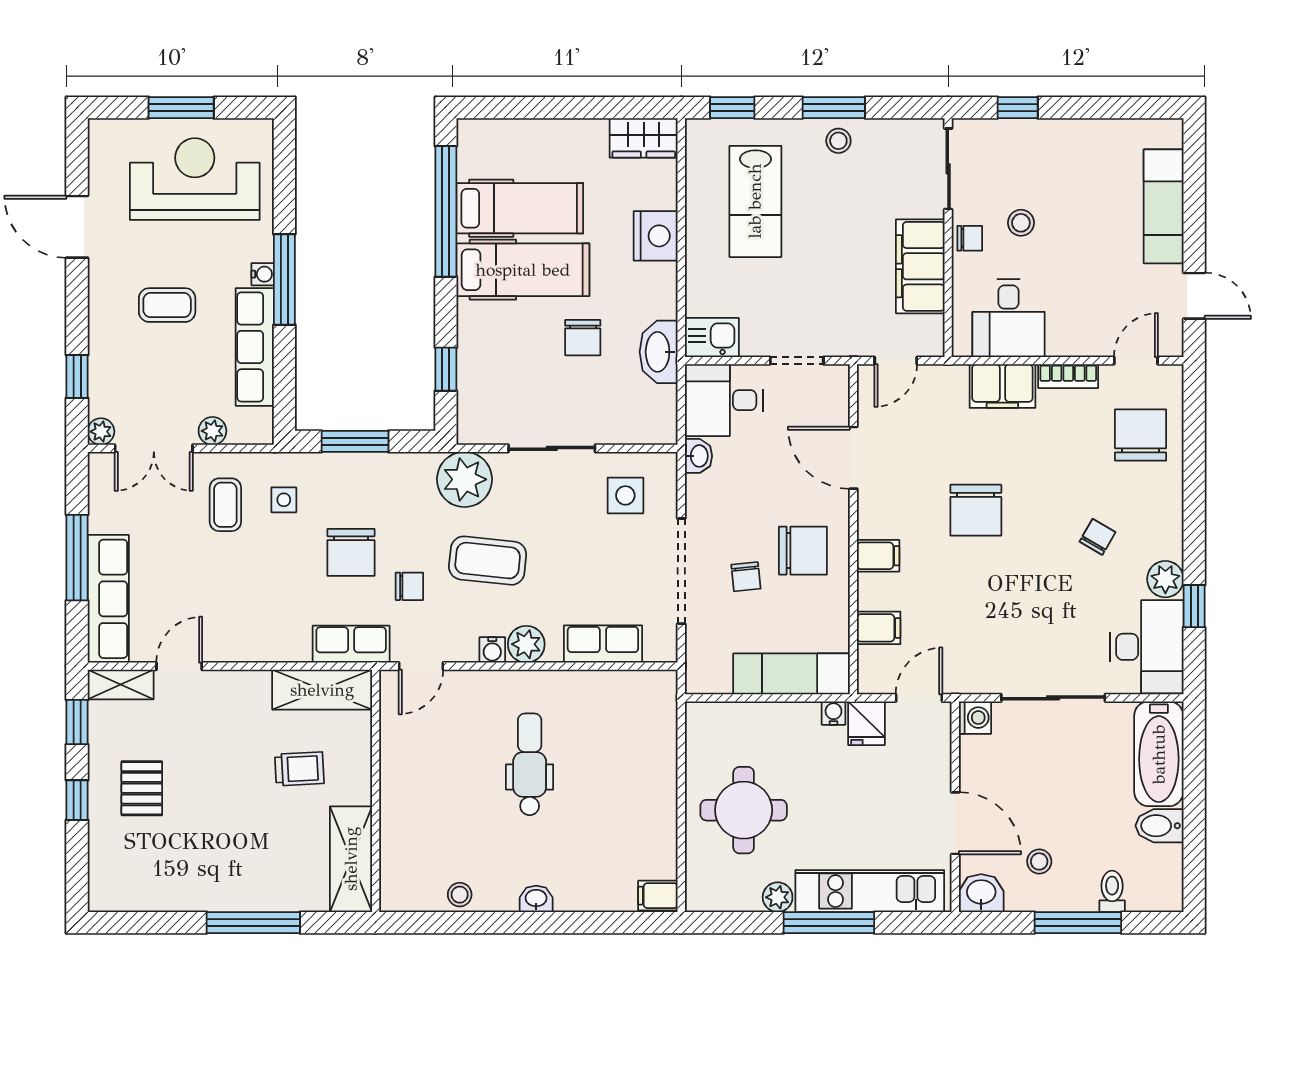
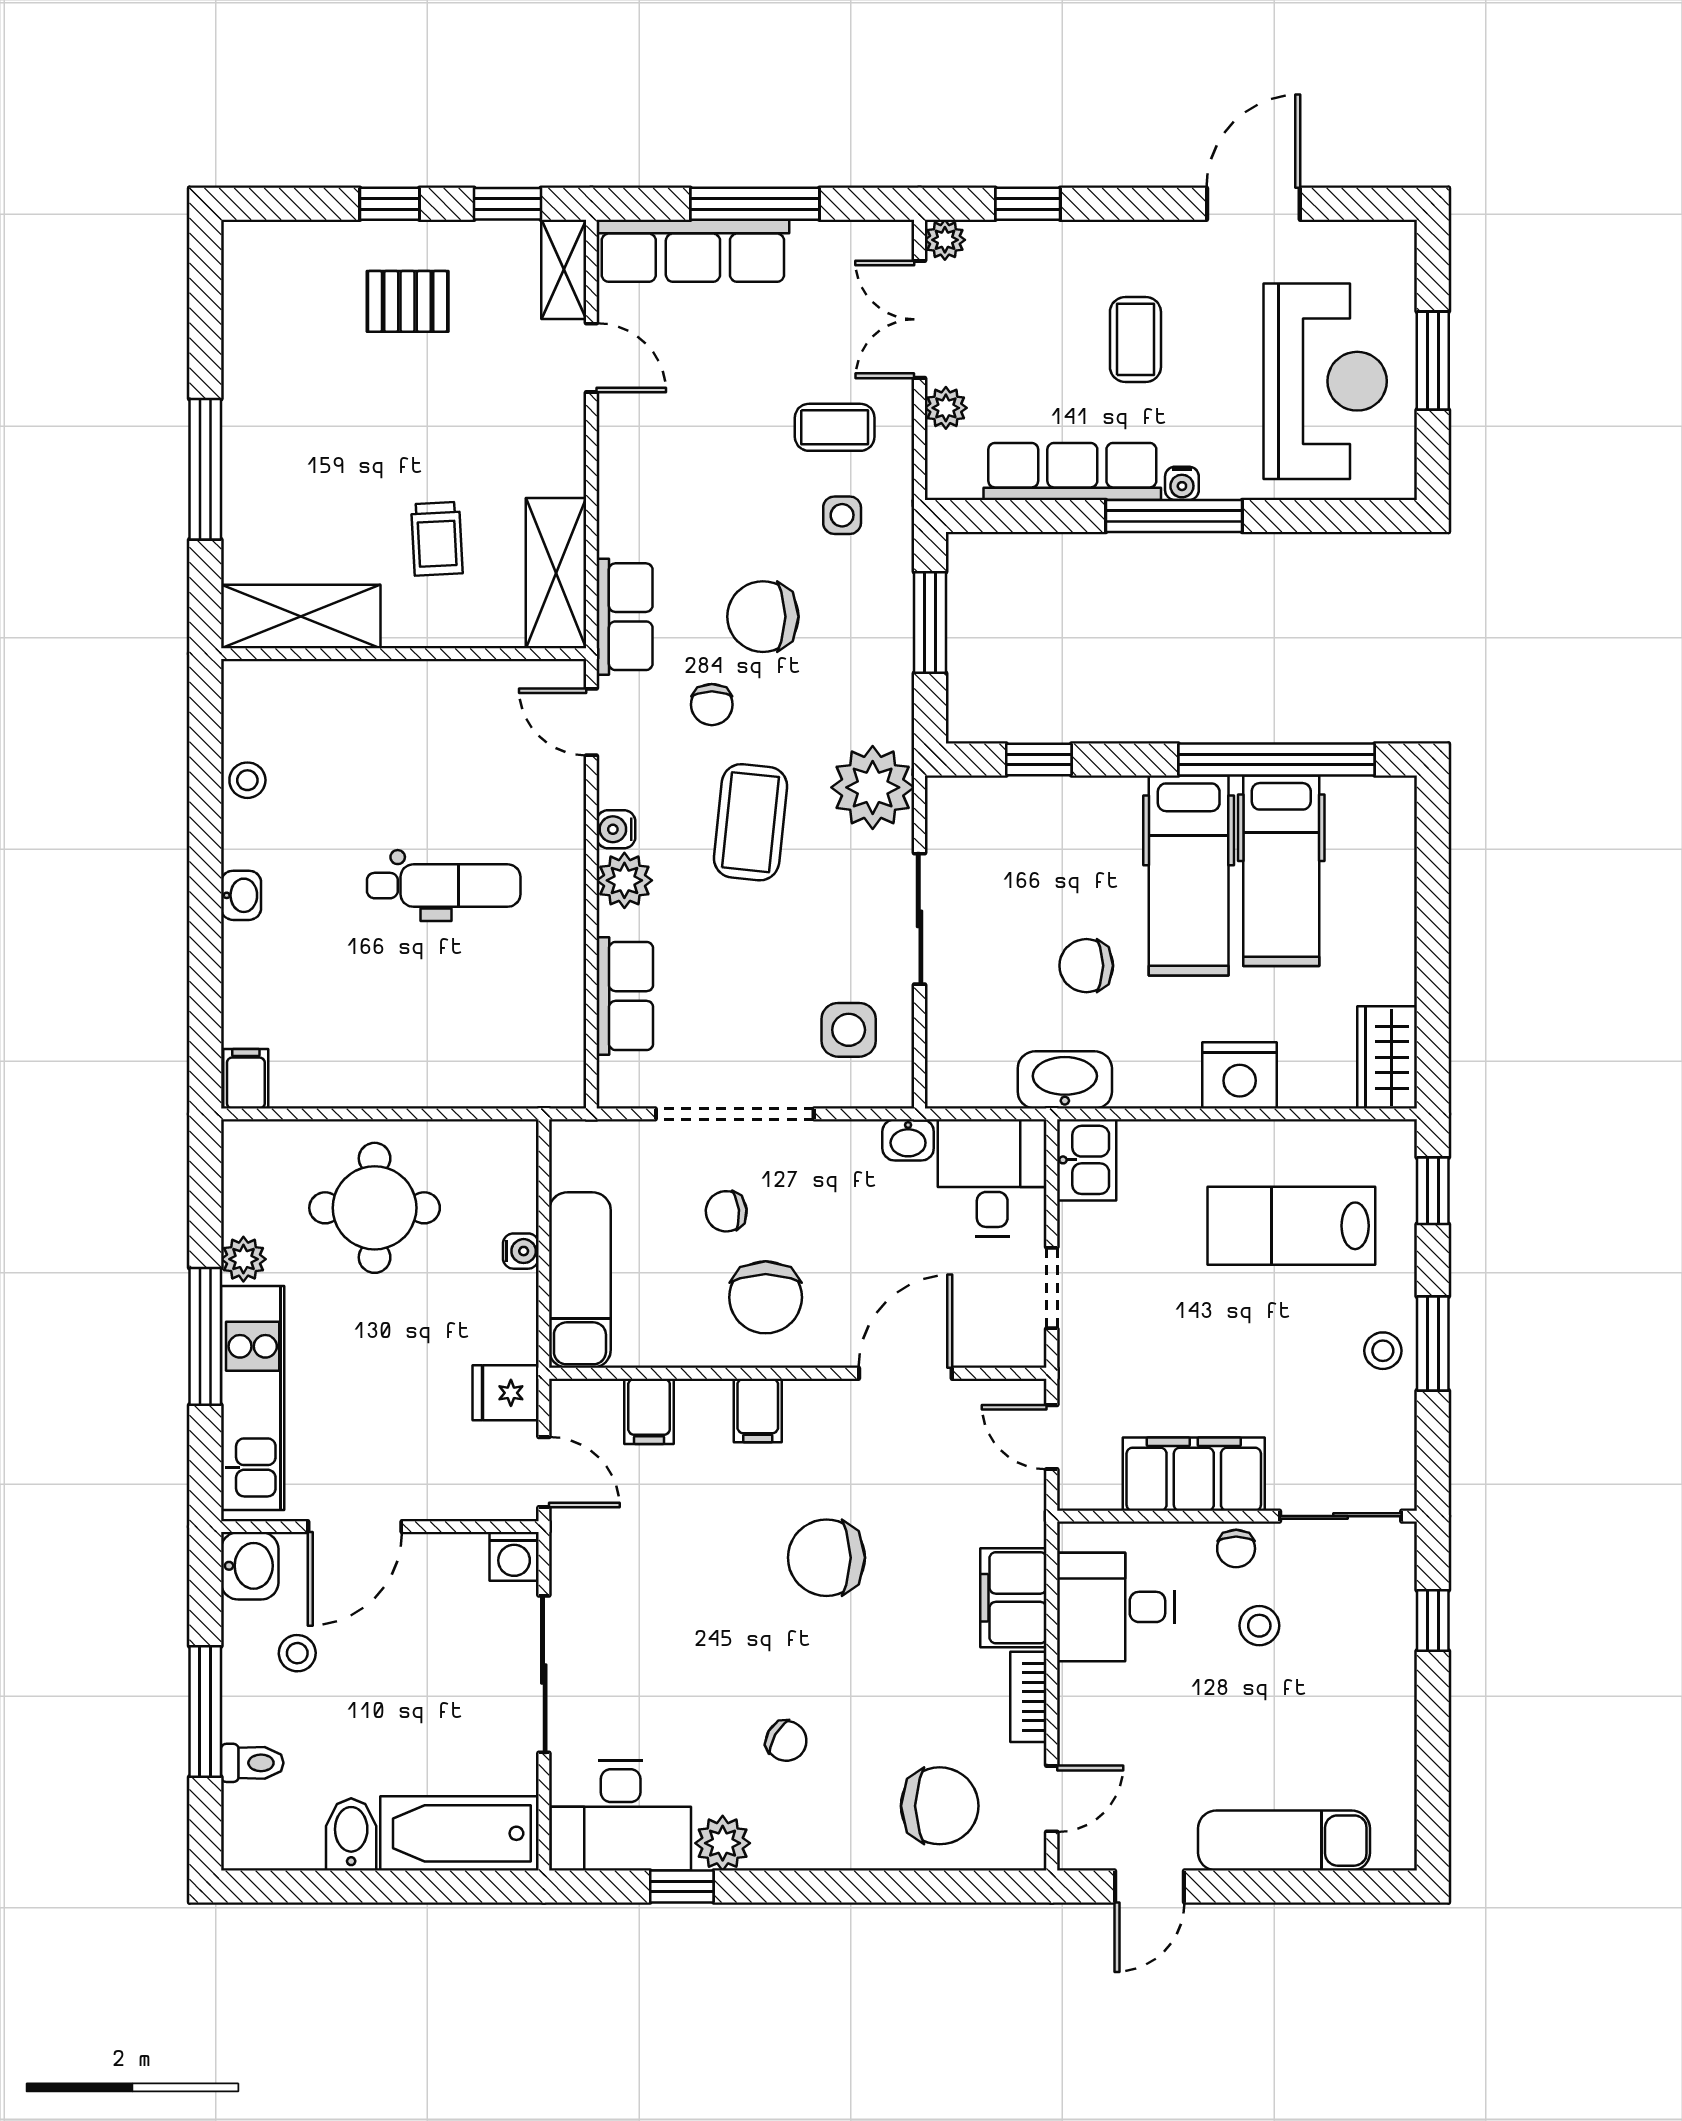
door: (1136, 361) -> (1052, 1799), hinge flipped
water cooler: (833, 713) -> (521, 1251), moved

